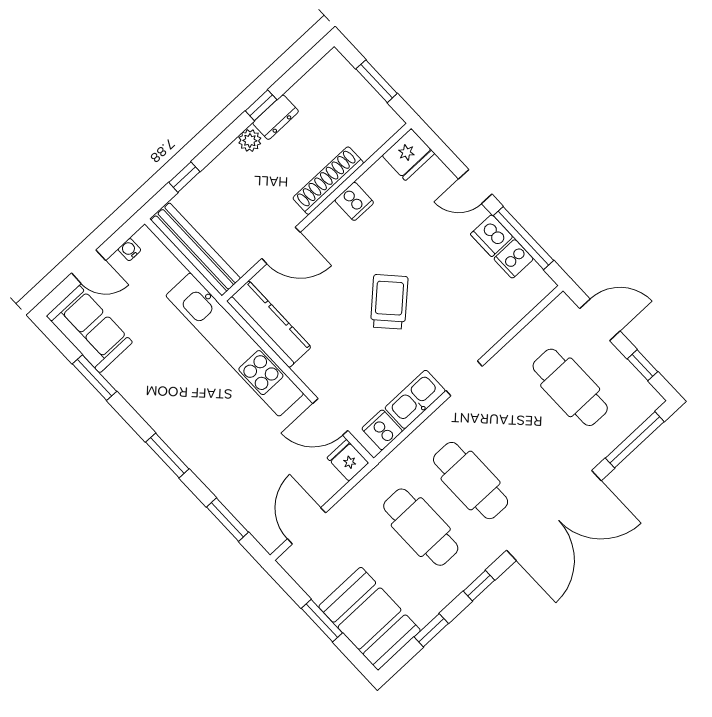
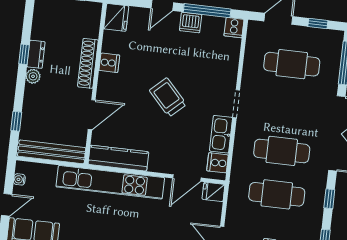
cooker: (514, 259) -> (234, 28), moved

